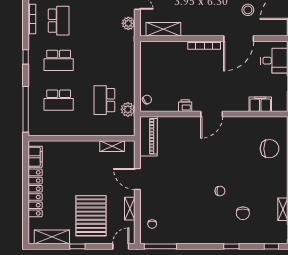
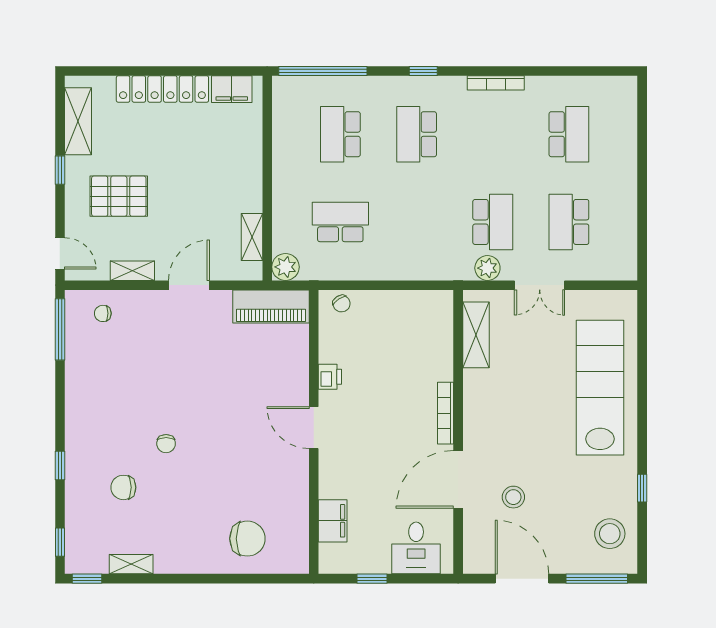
school desk: (59, 21) -> (493, 222), moved, turned -90
door: (239, 39) -> (458, 479), hinge flipped
plant: (128, 109) -> (285, 267), moved
chair: (270, 149) -> (247, 539), turned -90
pallet: (91, 216) -> (119, 196), width x0.73, depth x0.71

